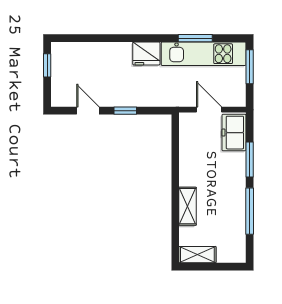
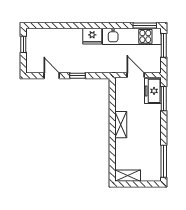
window: (195, 38) -> (145, 25), moved
window: (250, 160) -> (164, 99), moved
shelving: (188, 206) -> (121, 125), moved
window: (250, 211) -> (164, 161), moved

